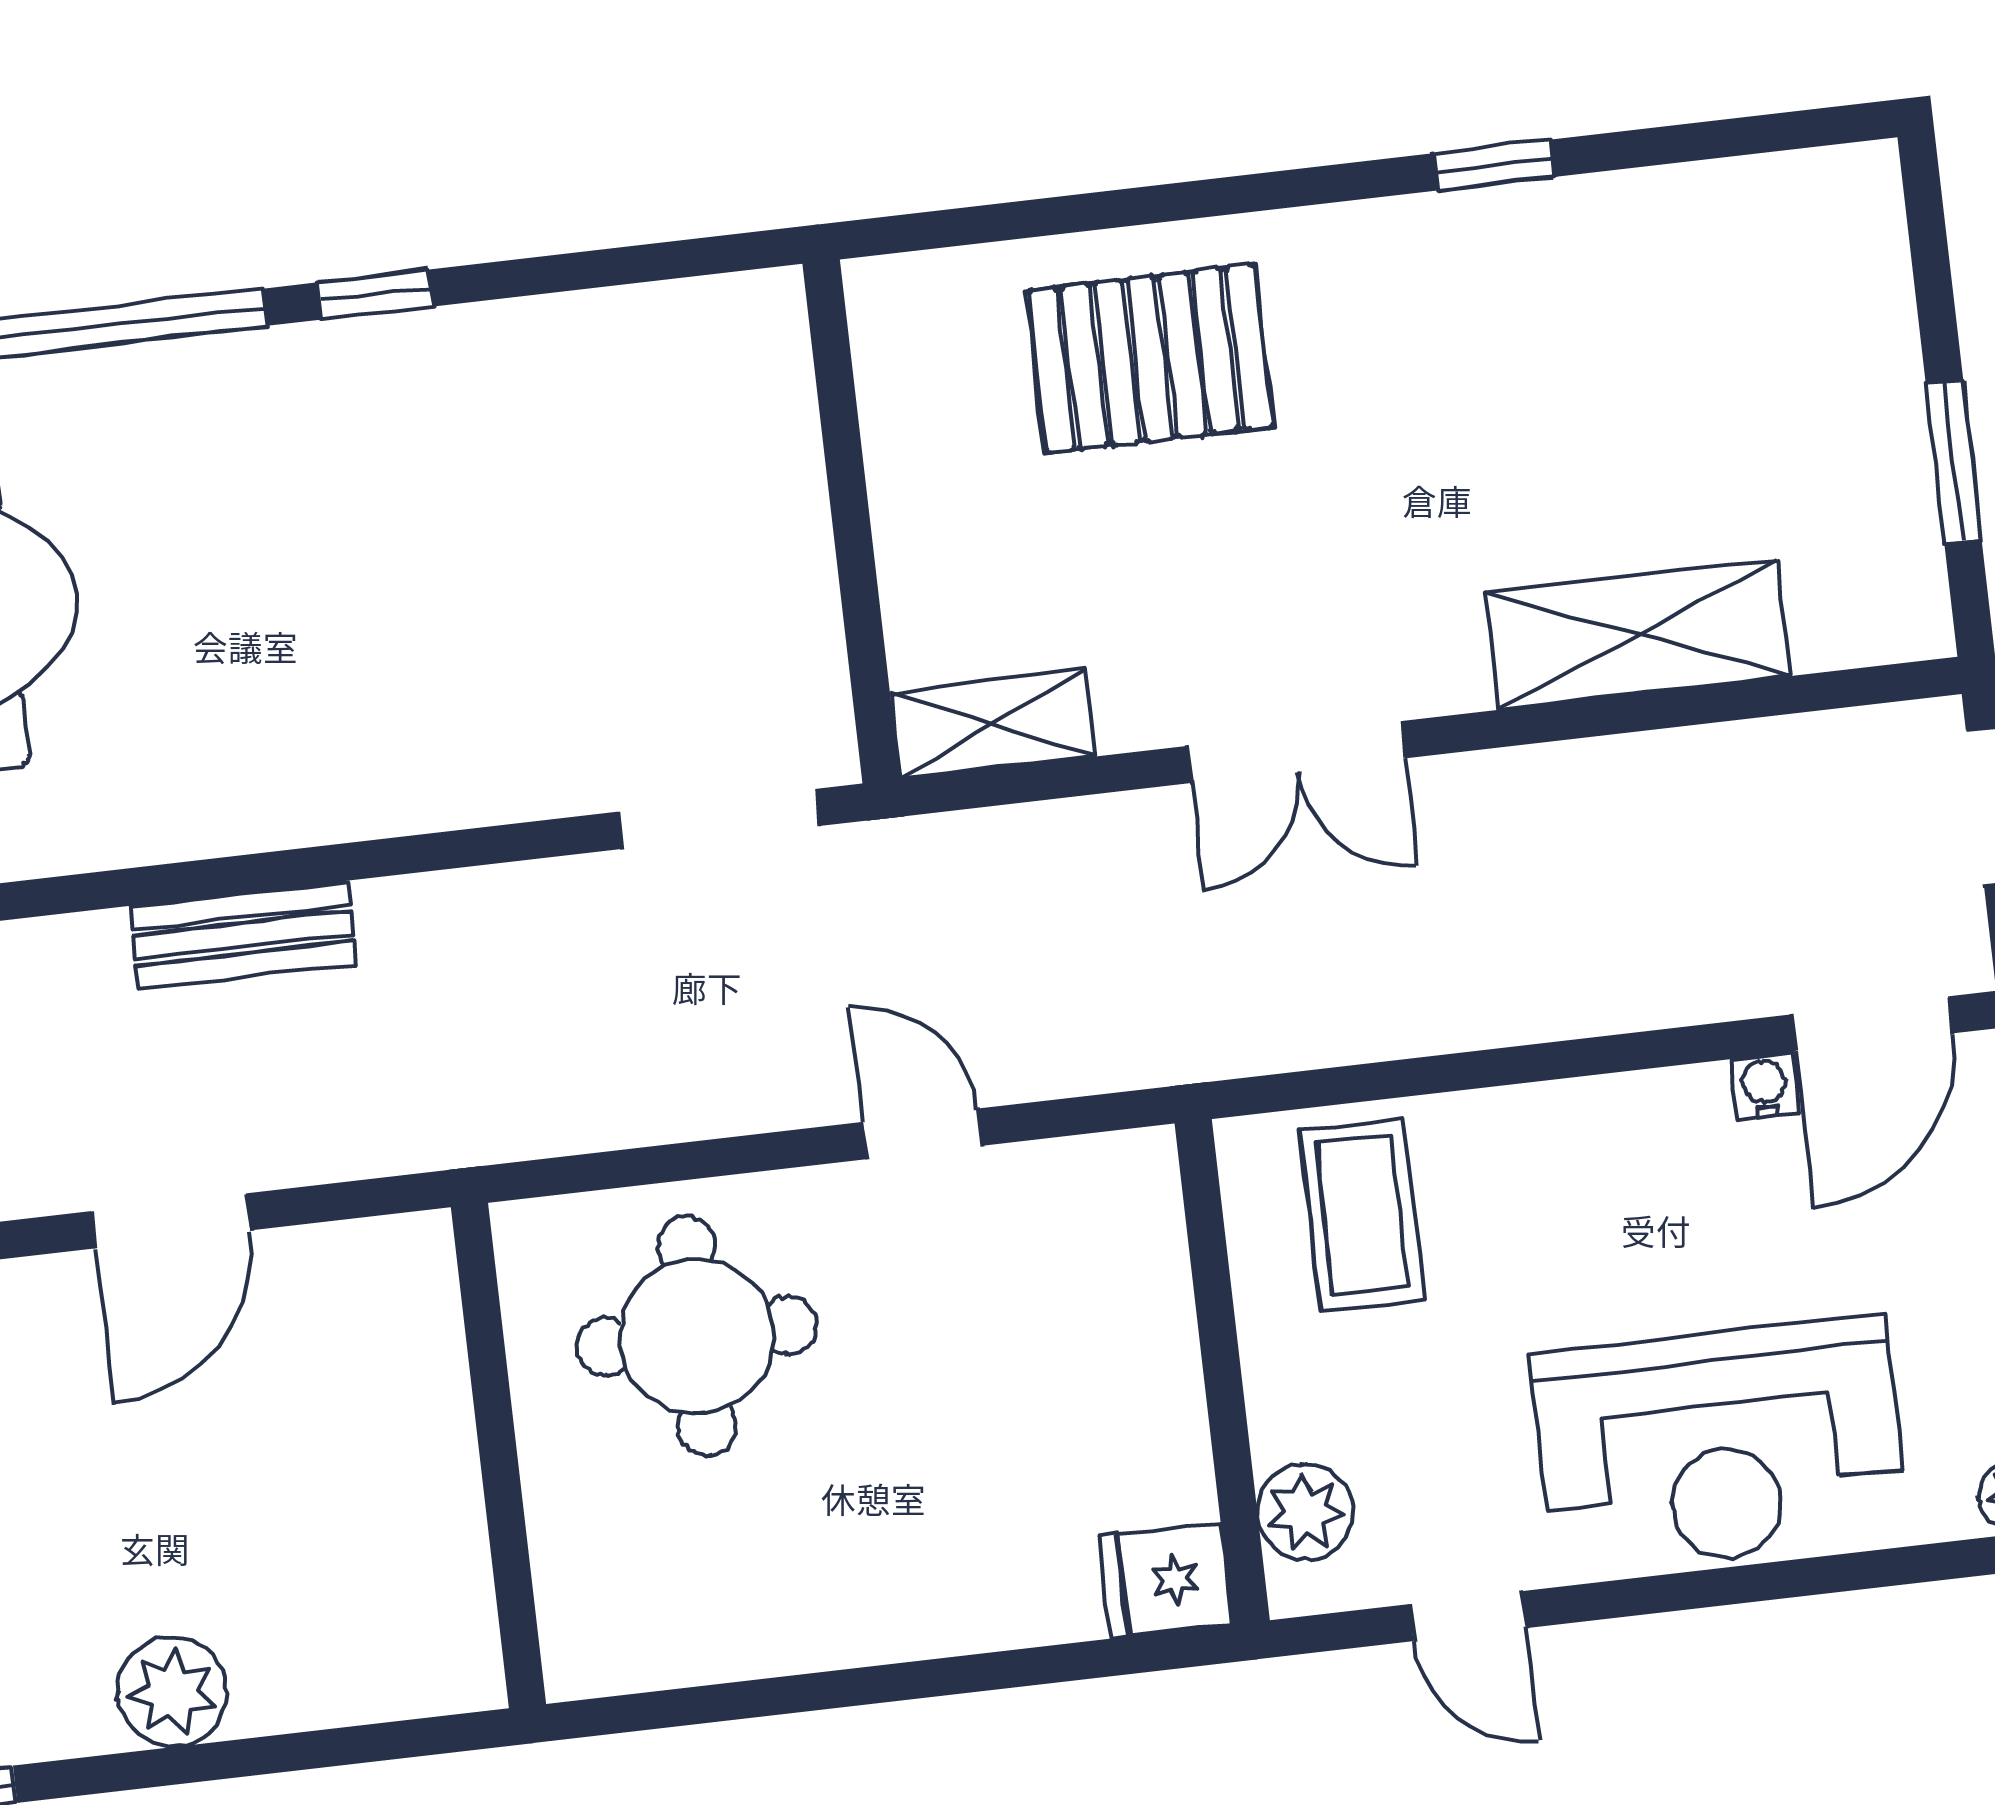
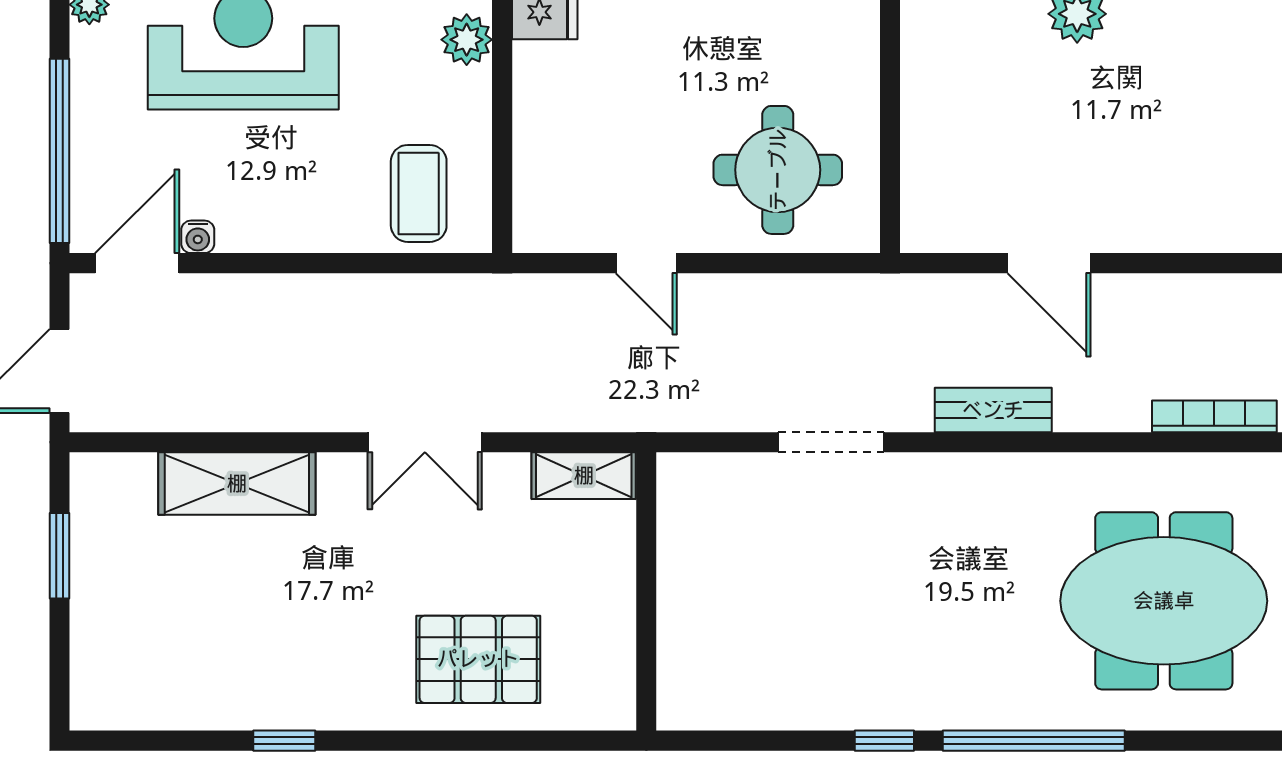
double door: (1296, 752) -> (425, 442), swing flipped
doorway: (719, 819) -> (831, 442), moved
door: (171, 1221) -> (1049, 263), swing flipped

